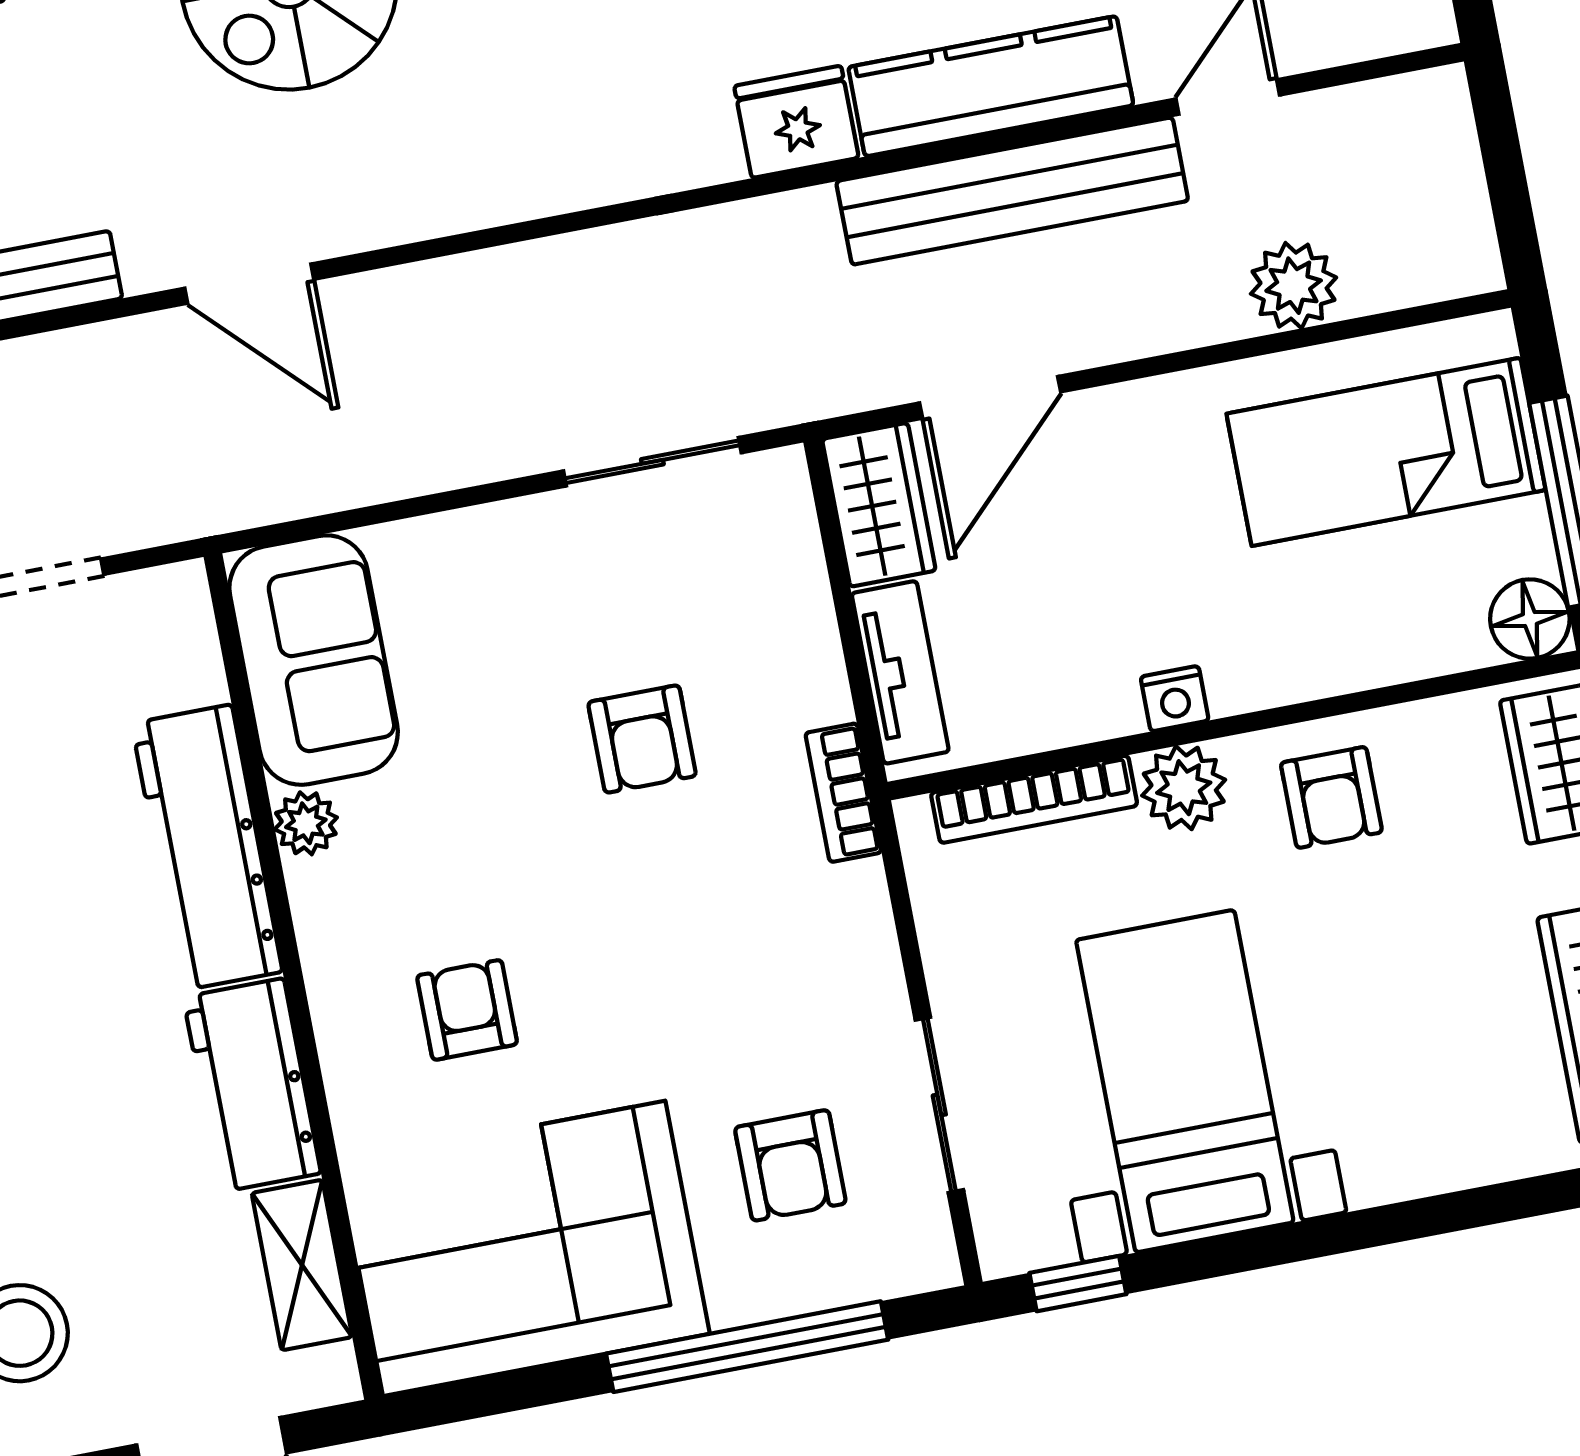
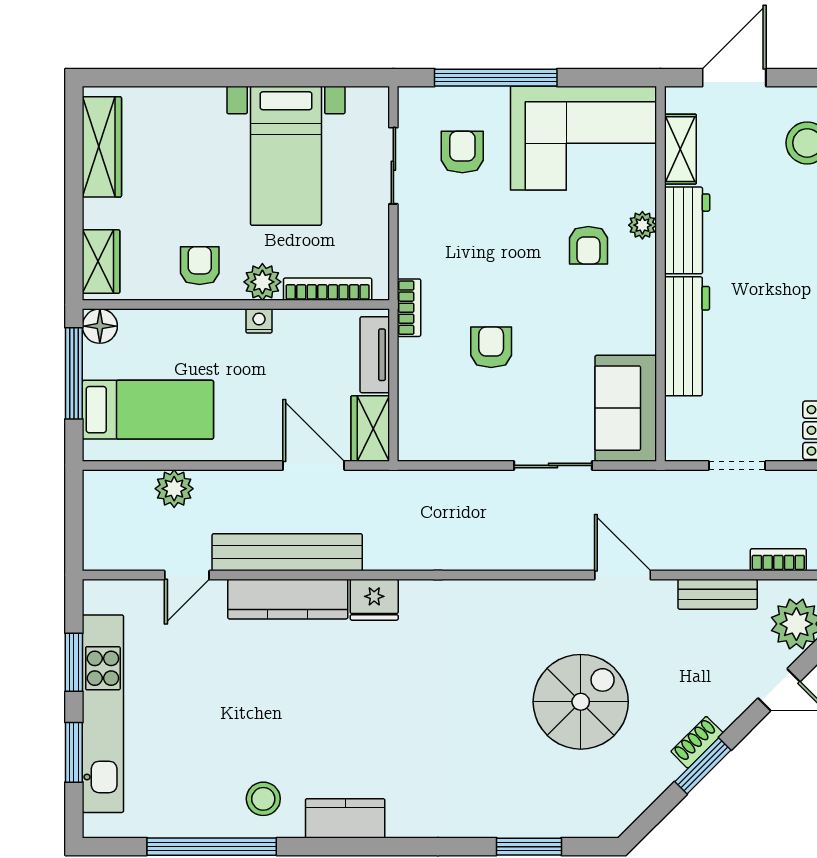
door: (990, 397) -> (314, 465), hinge flipped
sliding door: (652, 462) -> (553, 465), moved
plant: (306, 823) -> (642, 225), moved
window: (1078, 1284) -> (349, 78), removed

